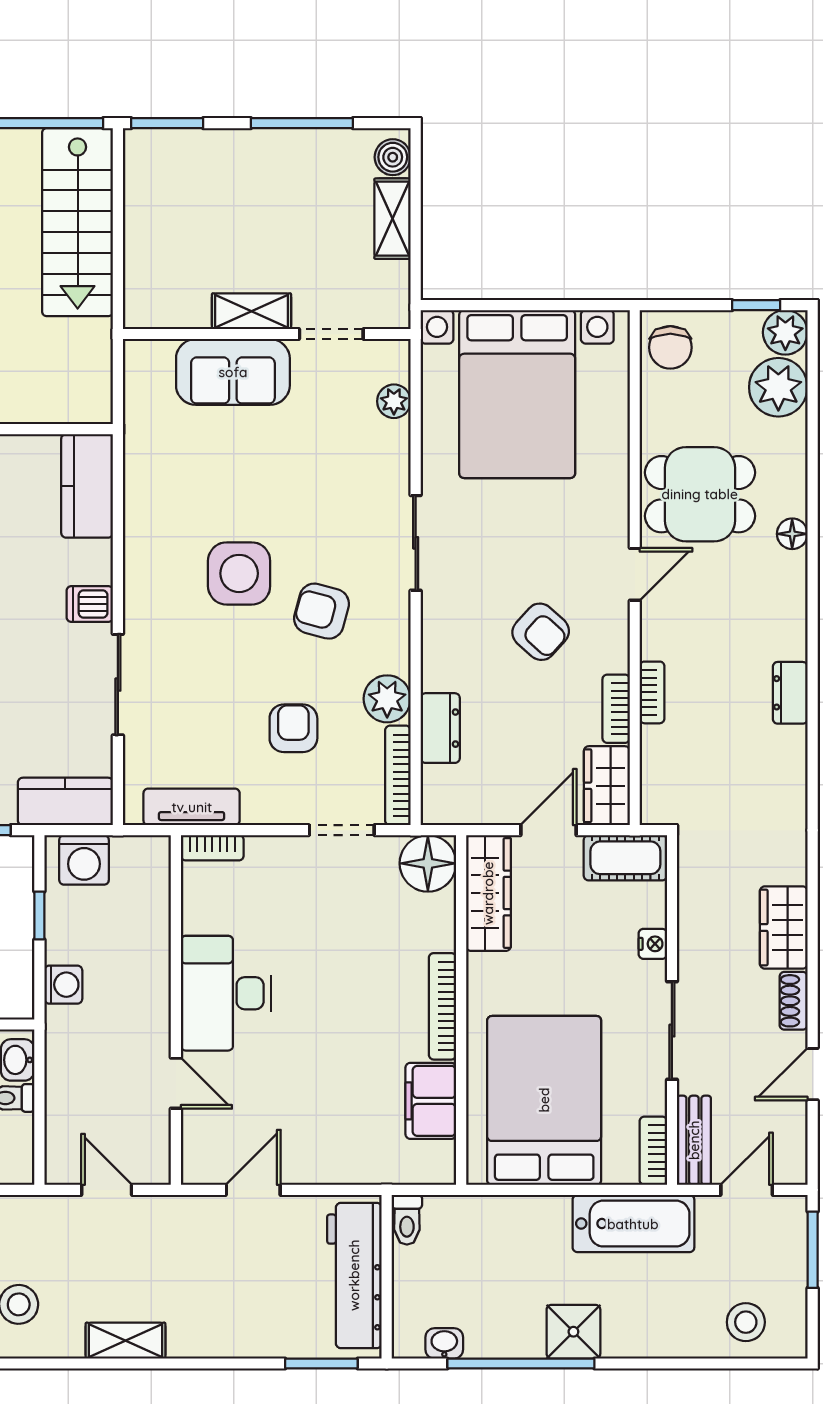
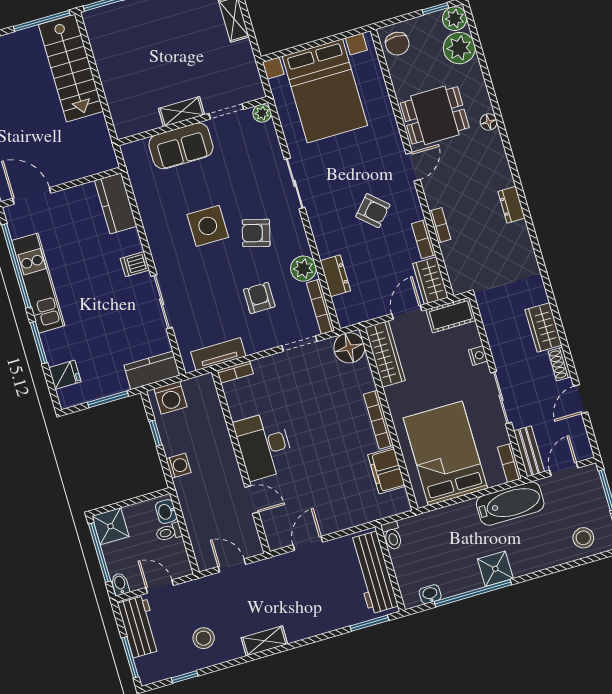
shelving: (251, 311) -> (181, 112), moved
wall: (267, 334) -> (193, 121), moved
doorway: (331, 334) -> (226, 111), moved
sofa: (233, 372) -> (181, 146), moved

